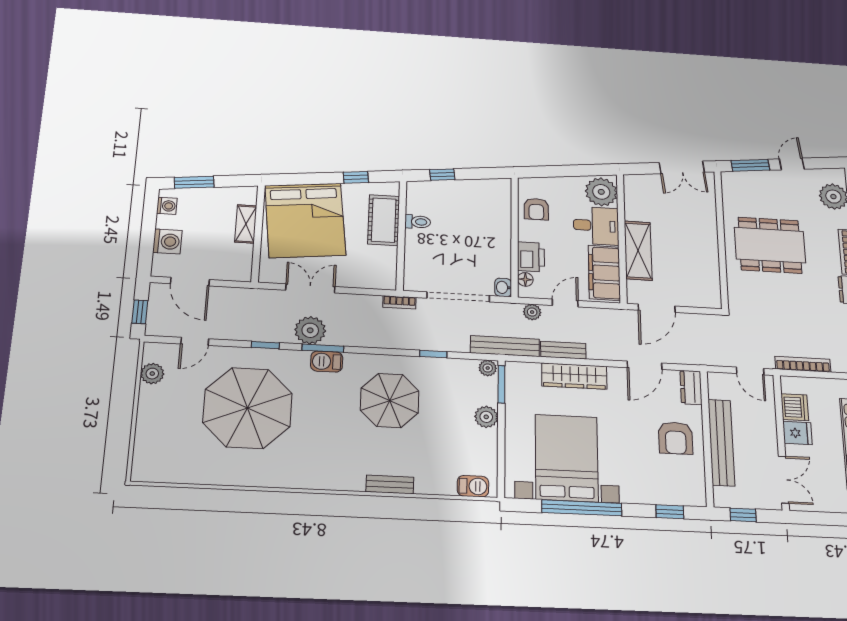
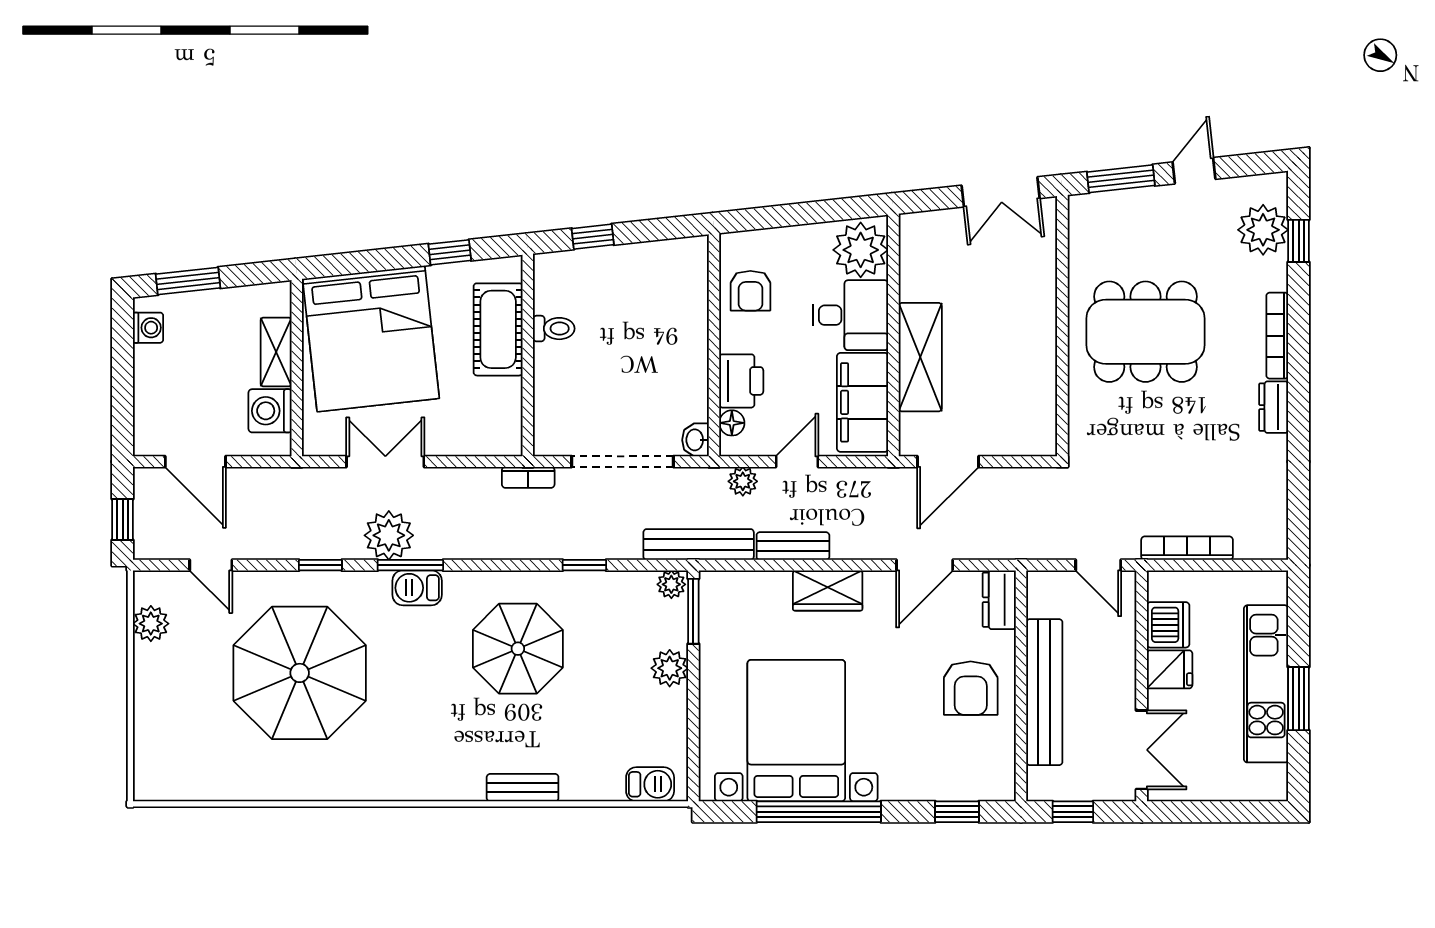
washing machine: (167, 241) -> (270, 411), moved, turned 180
door: (195, 341) -> (211, 565), hinge flipped
wardrobe: (574, 376) -> (828, 590), width x0.67

